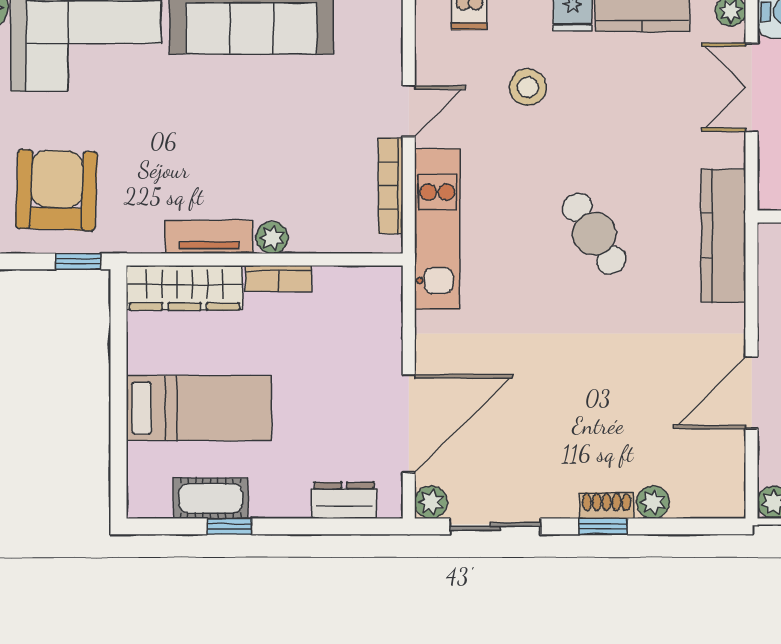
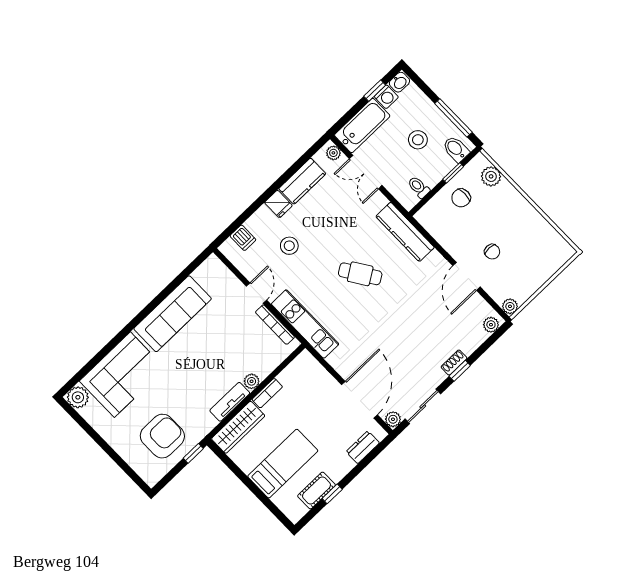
armchair: (57, 190) -> (162, 436), turned 88
plant: (653, 502) -> (491, 325), moved

